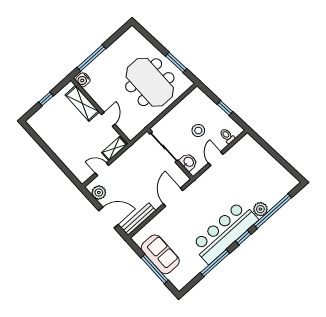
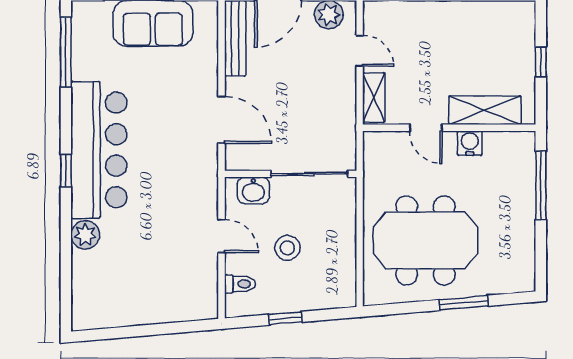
window: (176, 62) -> (464, 303), moved
water cooler: (83, 80) -> (470, 143), moved
door: (102, 169) -> (360, 51), hinge flipped
window: (273, 211) -> (66, 251), removed
window: (215, 263) -> (66, 52), moved

